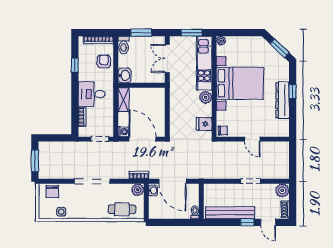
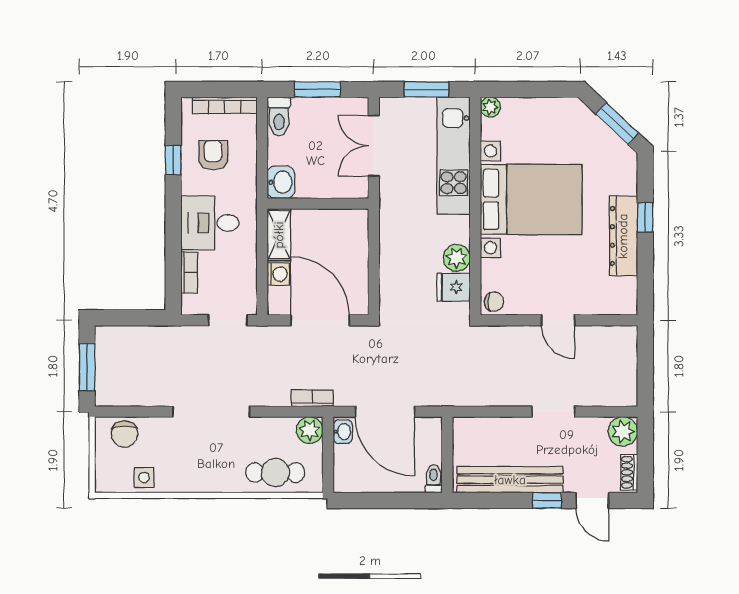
armchair: (104, 61) -> (213, 155), moved
plant: (206, 97) -> (457, 258), moved
washing machine: (123, 132) -> (278, 274), moved

